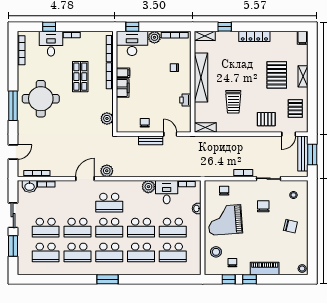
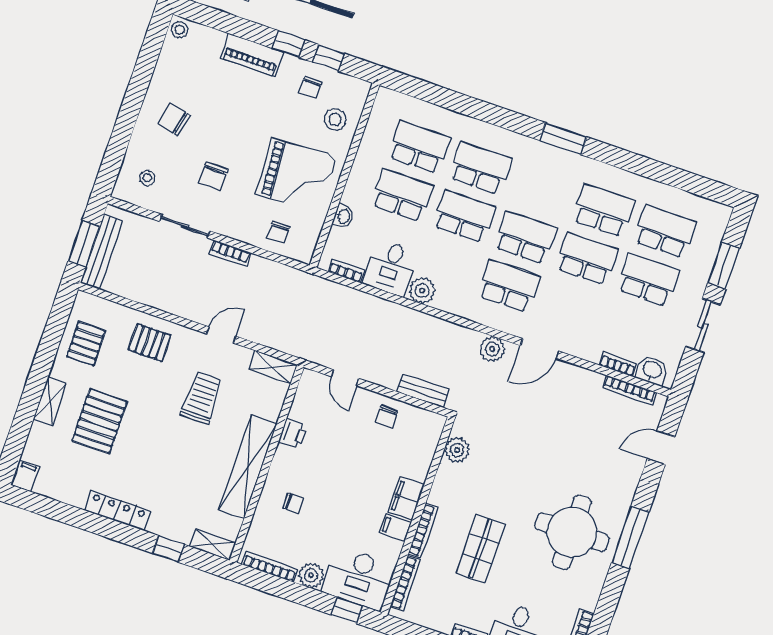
door: (289, 134) -> (221, 335), moved
bench: (151, 140) -> (423, 391), moved
school desk: (109, 252) -> (542, 189), removed

